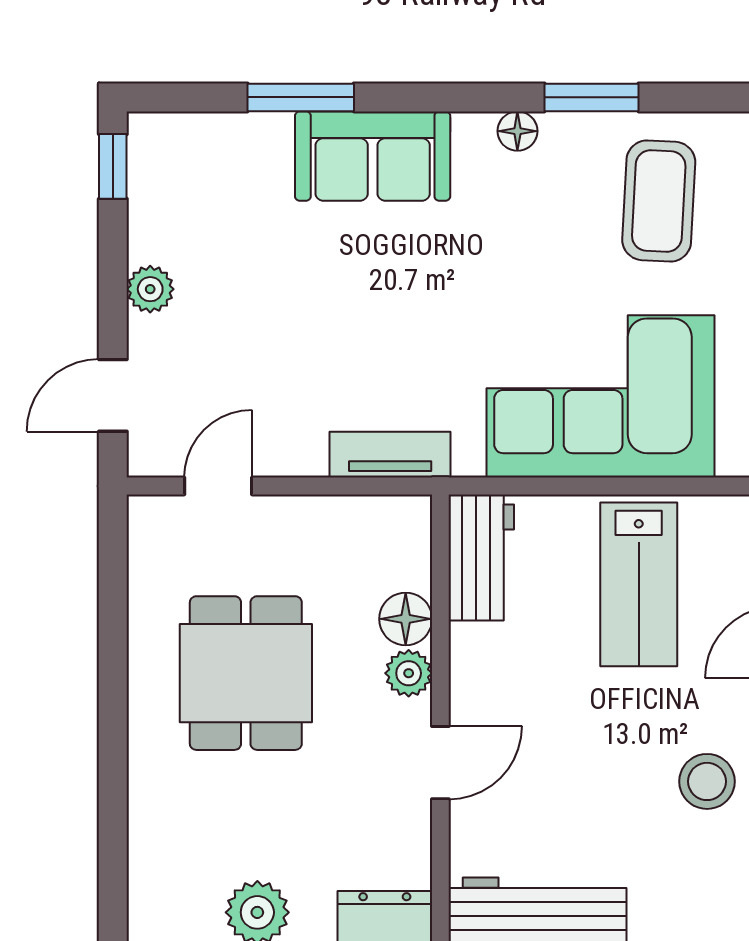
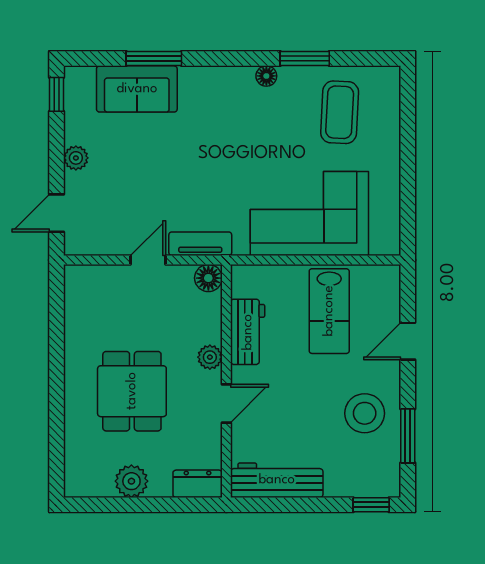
sofa: (373, 156) -> (137, 89), moved
door: (218, 486) -> (148, 260), moved
workbench: (481, 557) -> (248, 332), moved
floor lamp: (406, 619) -> (208, 278), moved
dining table: (246, 673) -> (132, 391), moved
stool: (707, 781) -> (365, 413), width x1.38, depth x1.38

